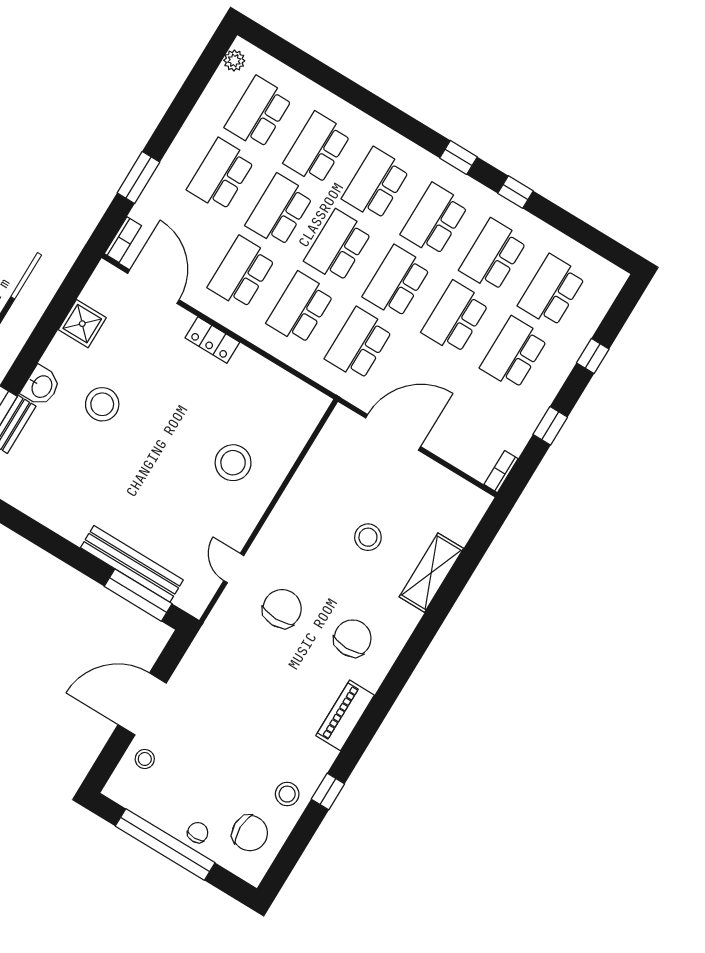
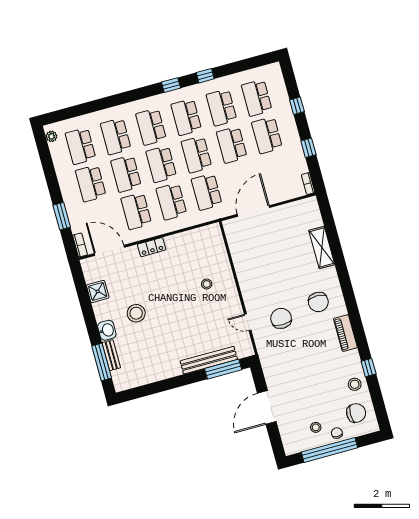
stool: (233, 463) -> (207, 284), width x0.53, depth x0.53
stool: (368, 537) -> (285, 259), removed
chair: (353, 638) -> (318, 302), turned 180
stool: (145, 759) -> (316, 427), moved

